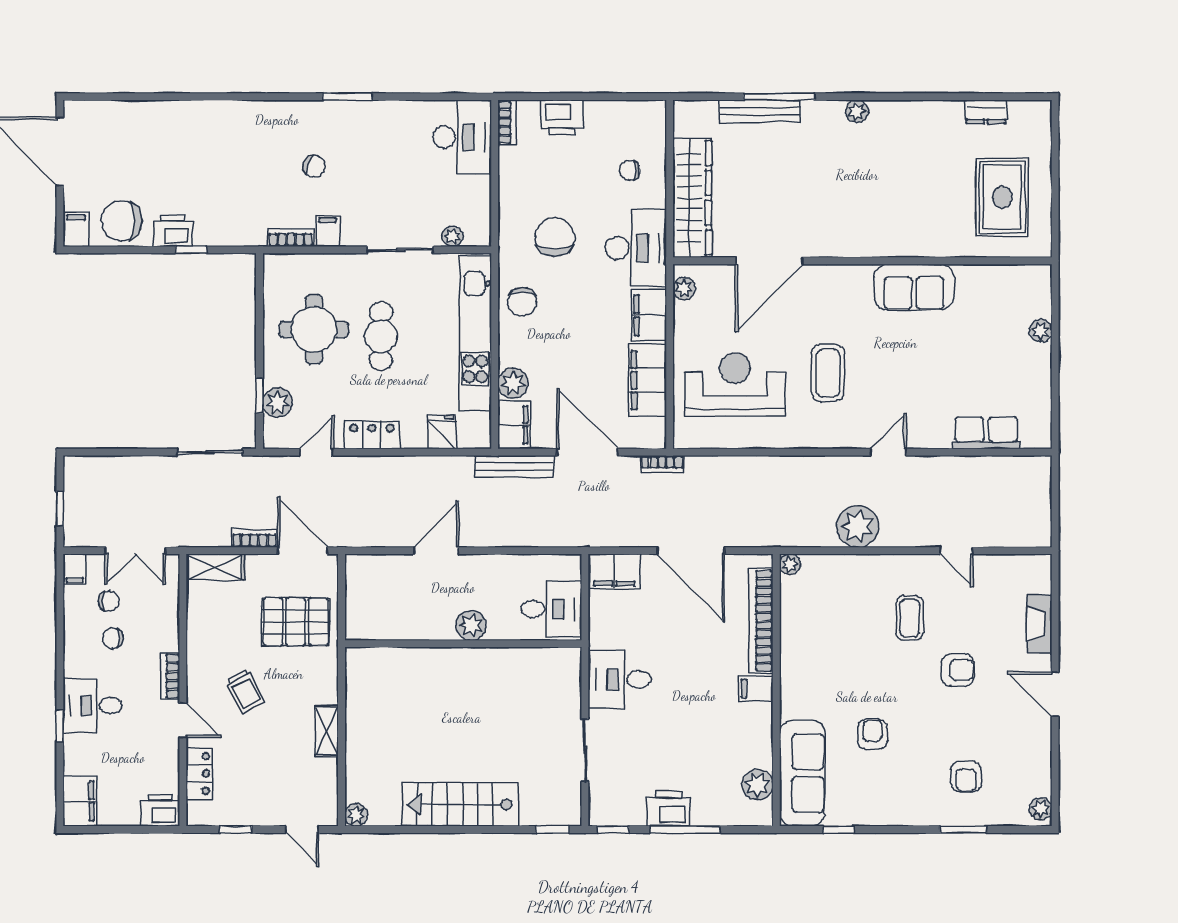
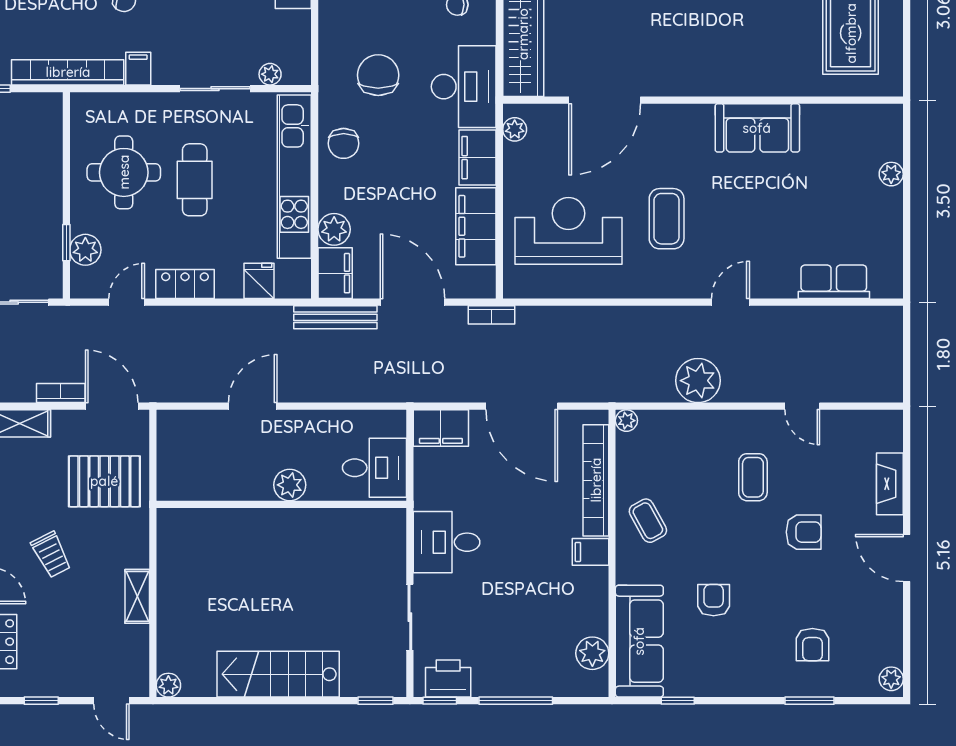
bookcase: (291, 237) -> (68, 72), width x2.31, depth x1.31
coffee table: (810, 659) -> (648, 521), added
printer: (668, 809) -> (448, 679), moved

